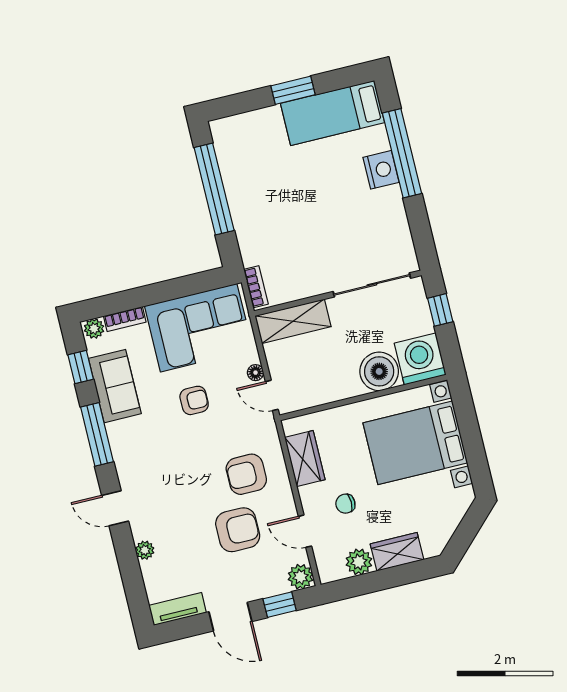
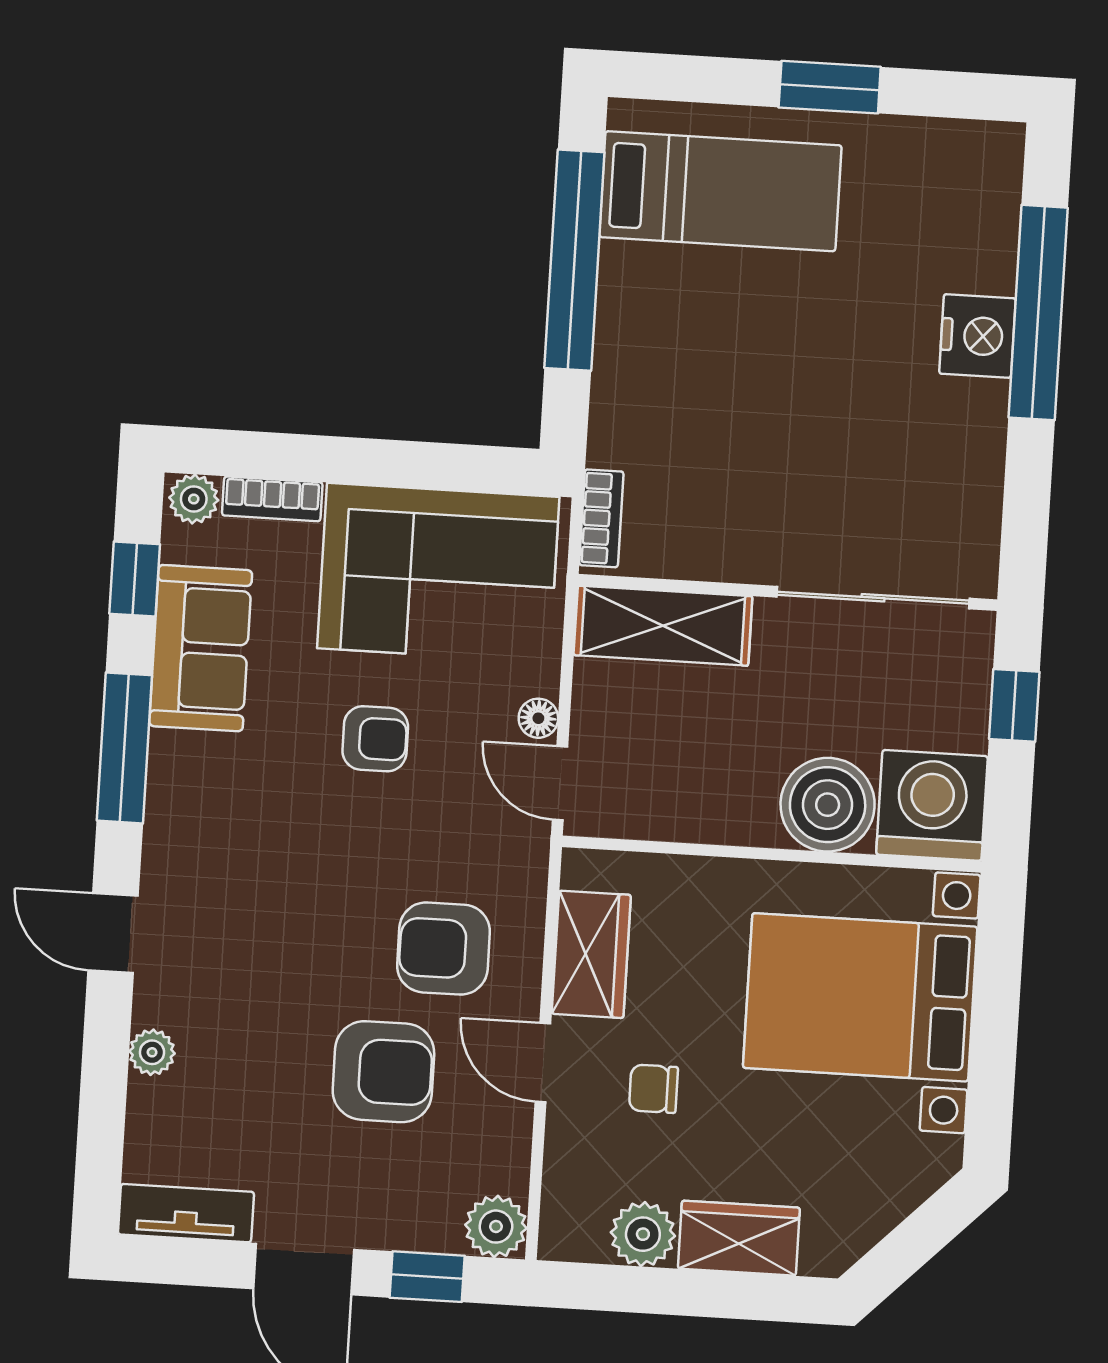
bed: (332, 113) -> (720, 191), moved, turned 180
door: (305, 531) -> (543, 1063), moved

